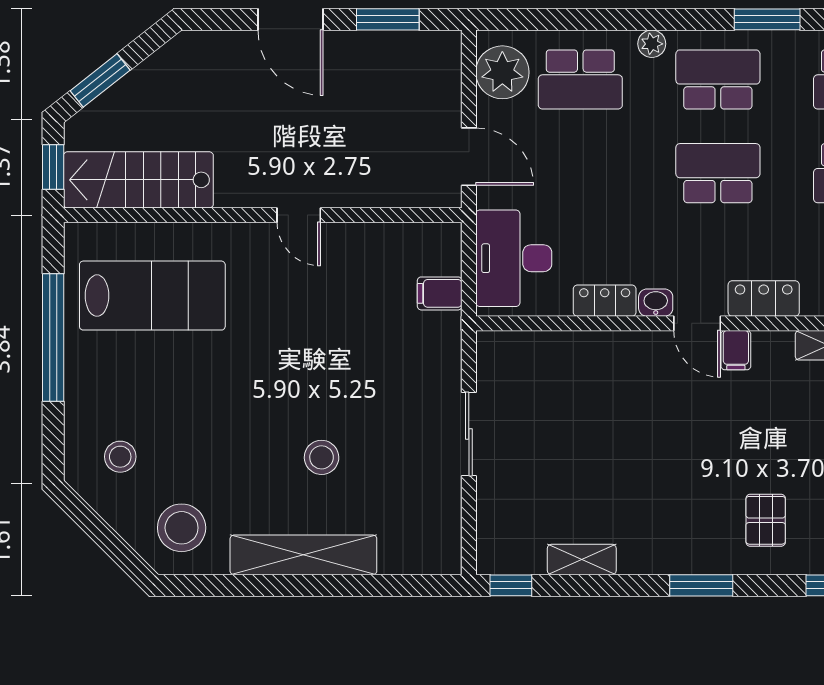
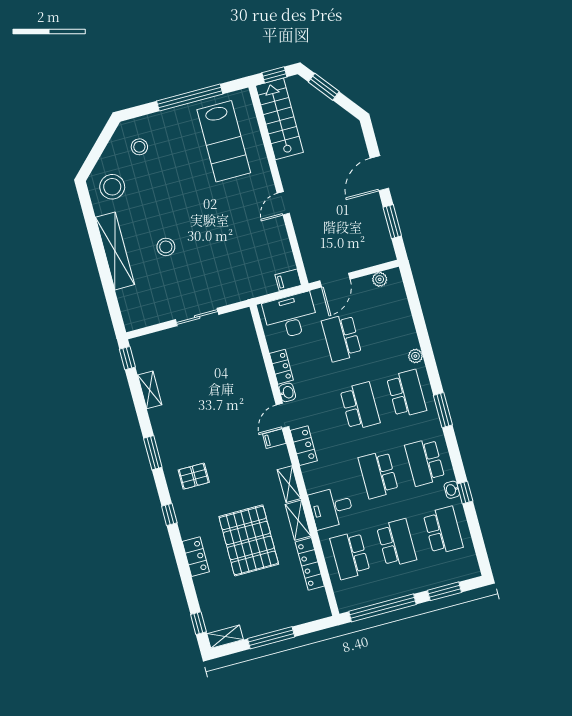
plant: (502, 72) -> (380, 279), width x0.53, depth x0.53
school desk: (580, 79) -> (342, 338), moved
filing cabinet: (440, 293) -> (288, 280), moved, turned -90

